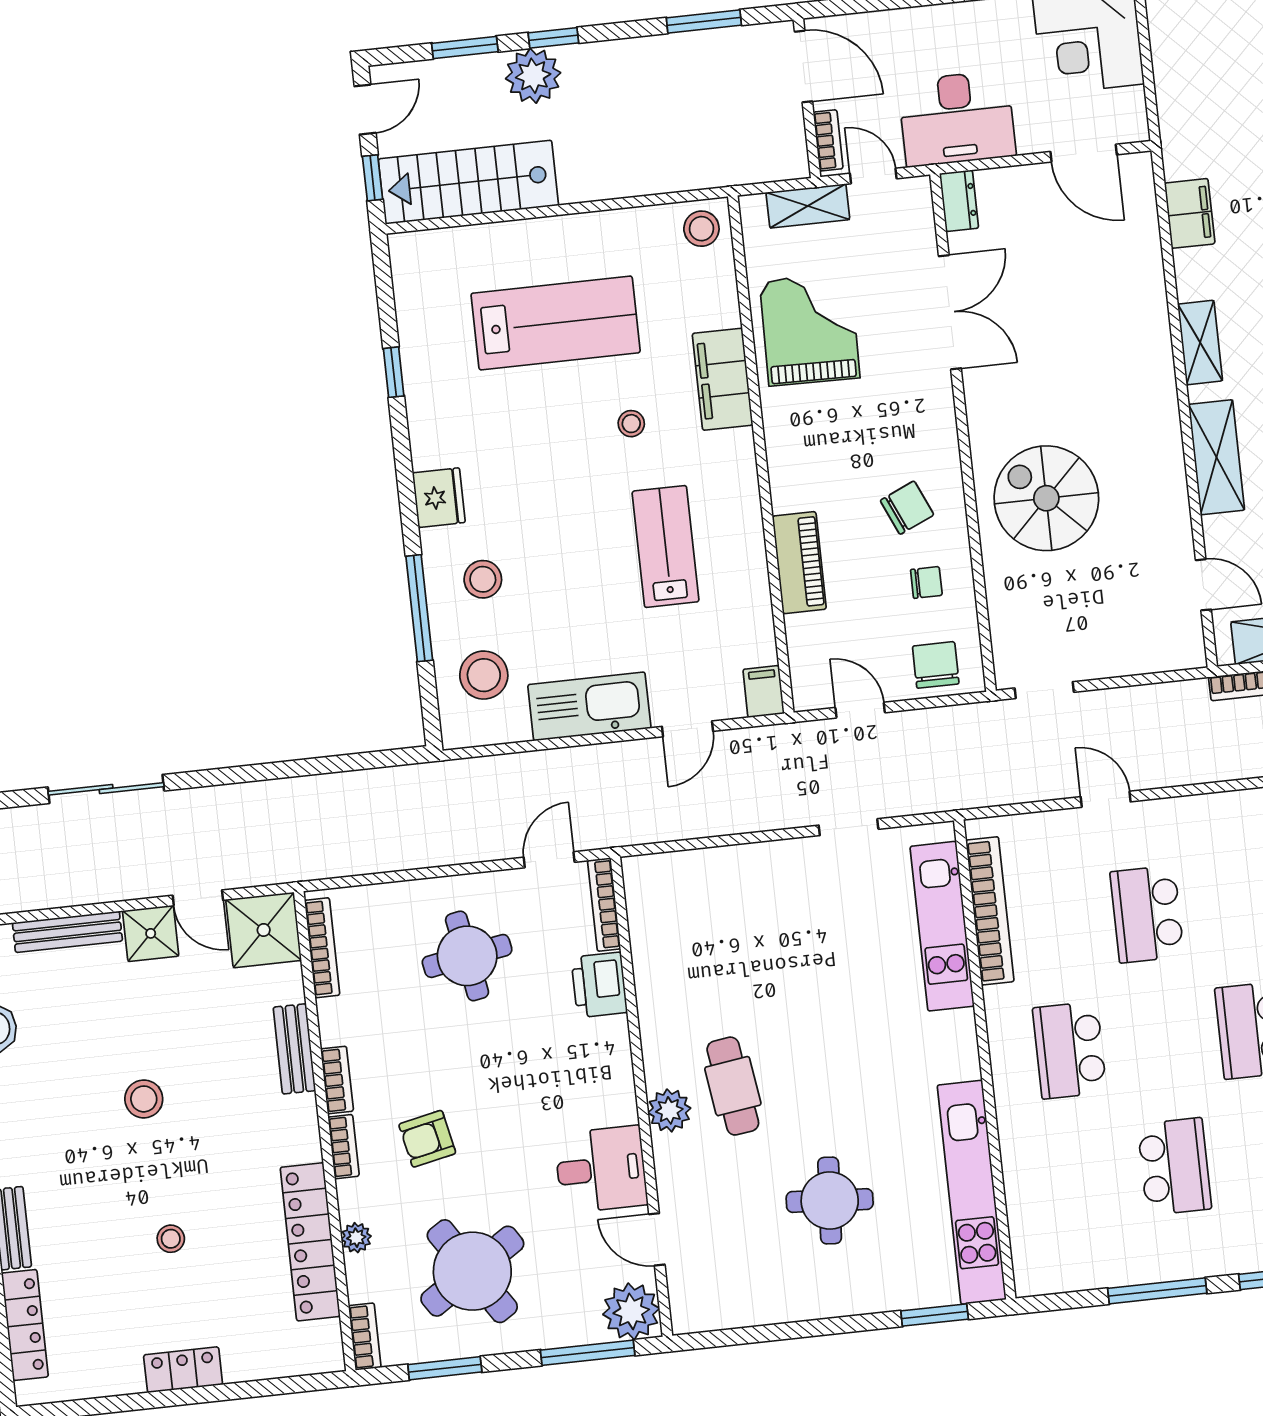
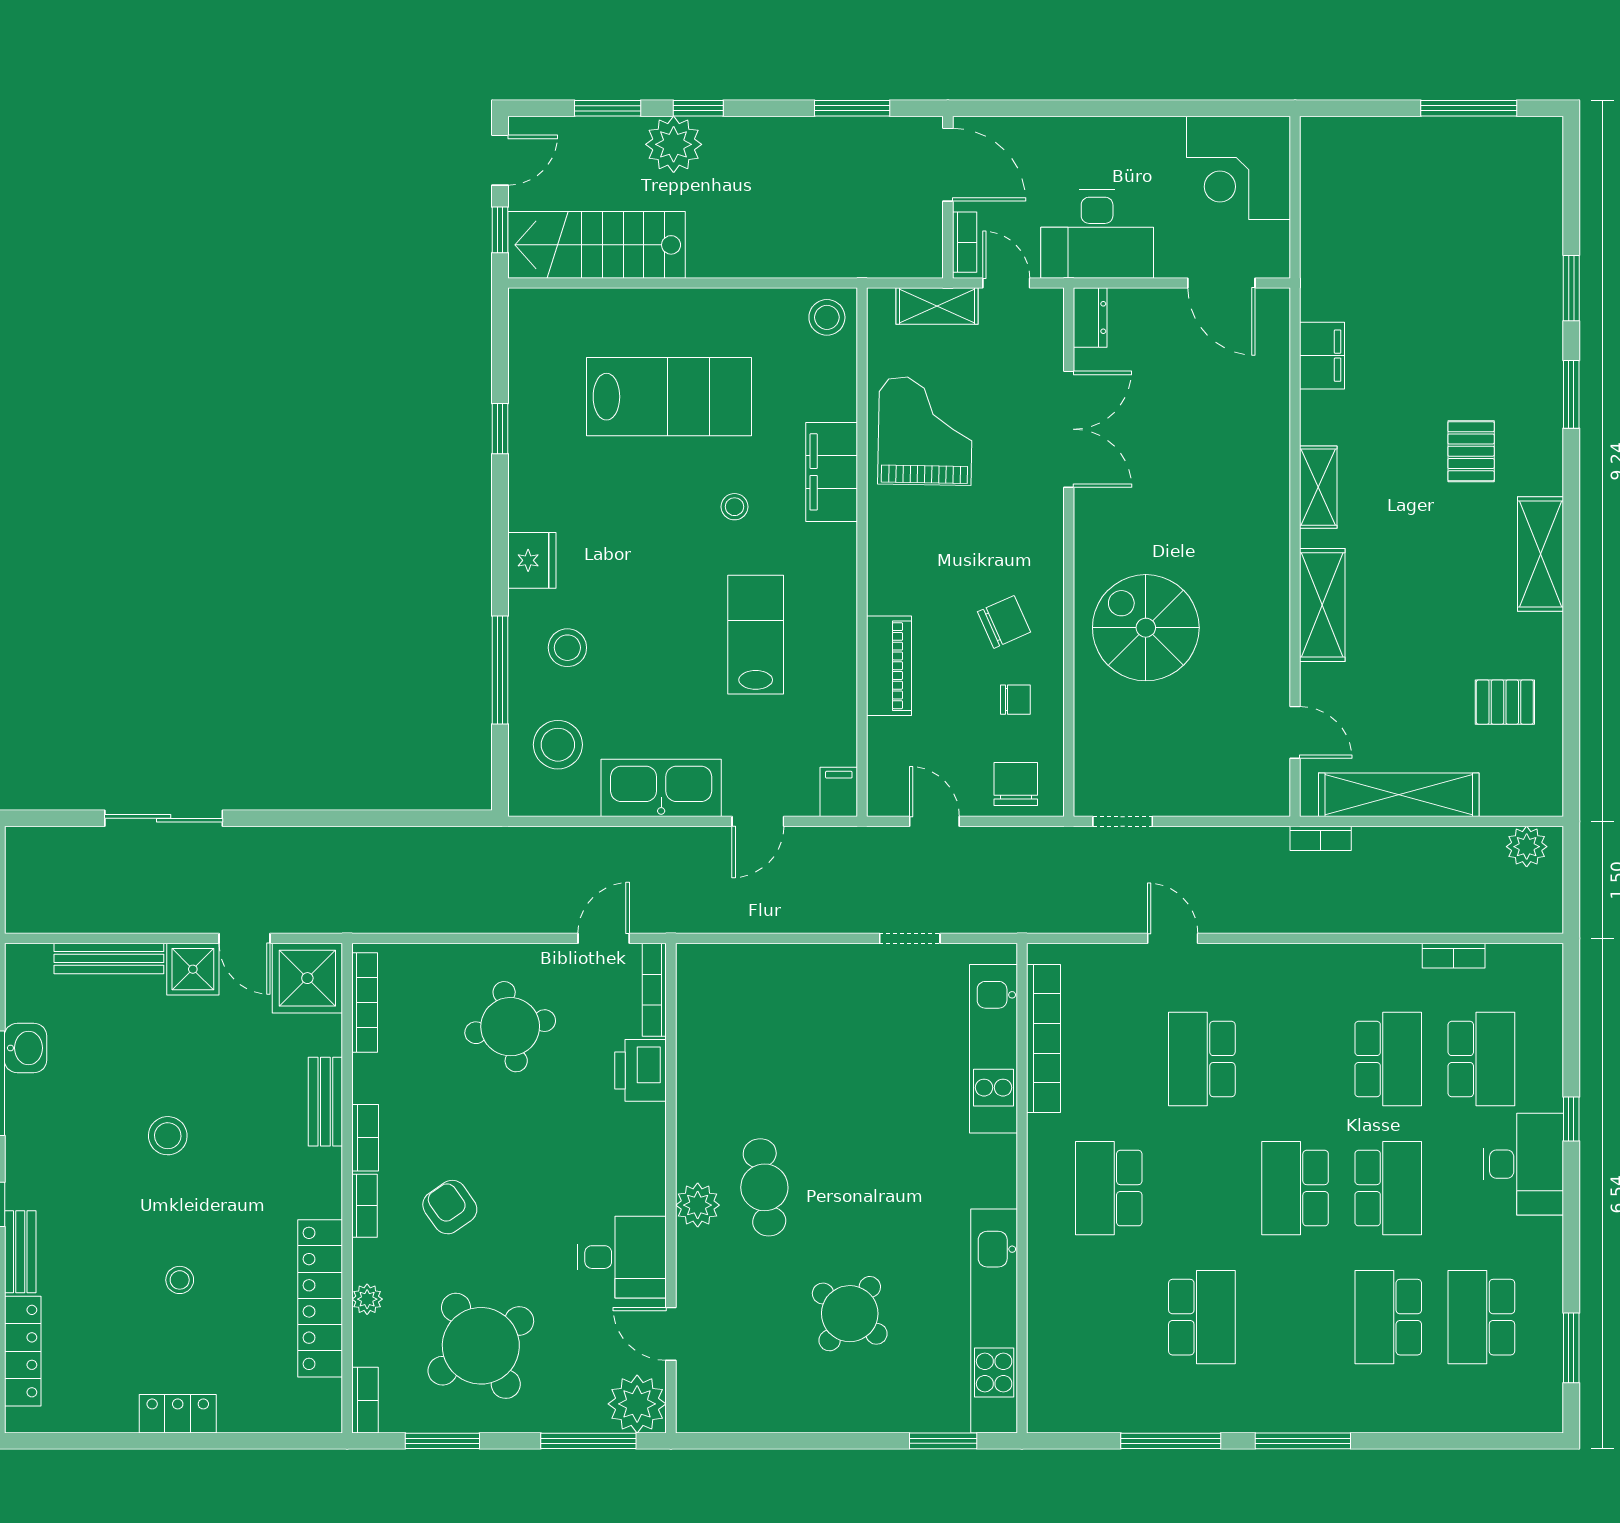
armchair: (427, 1139) -> (450, 1207), turned 67
round table: (830, 1201) -> (850, 1314), turned 33

